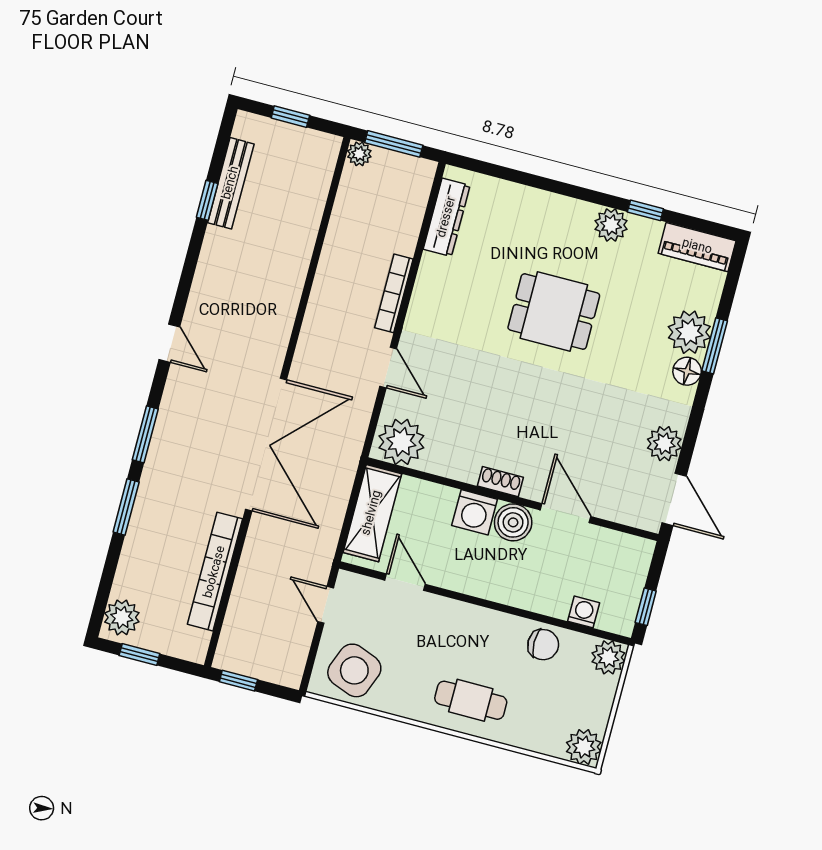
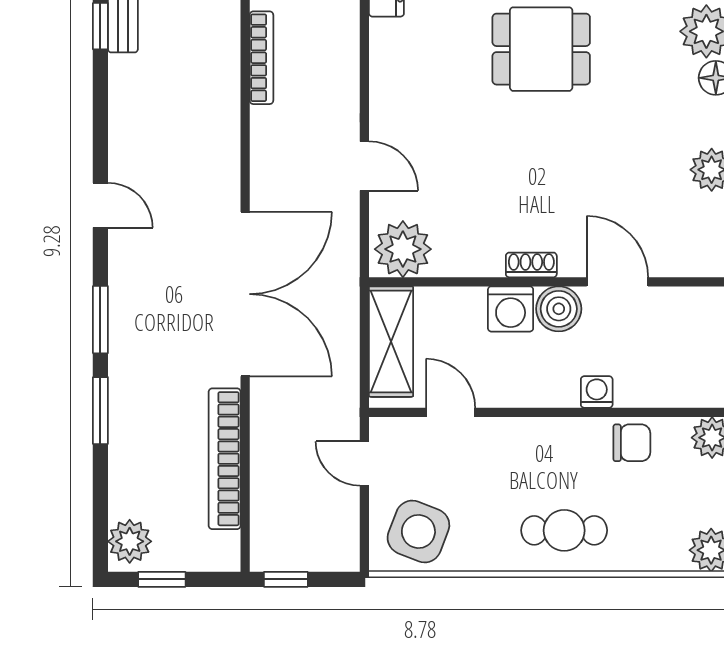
bookcase: (394, 293) -> (261, 58), moved, turned 180
washing machine: (584, 612) -> (597, 392), moved

